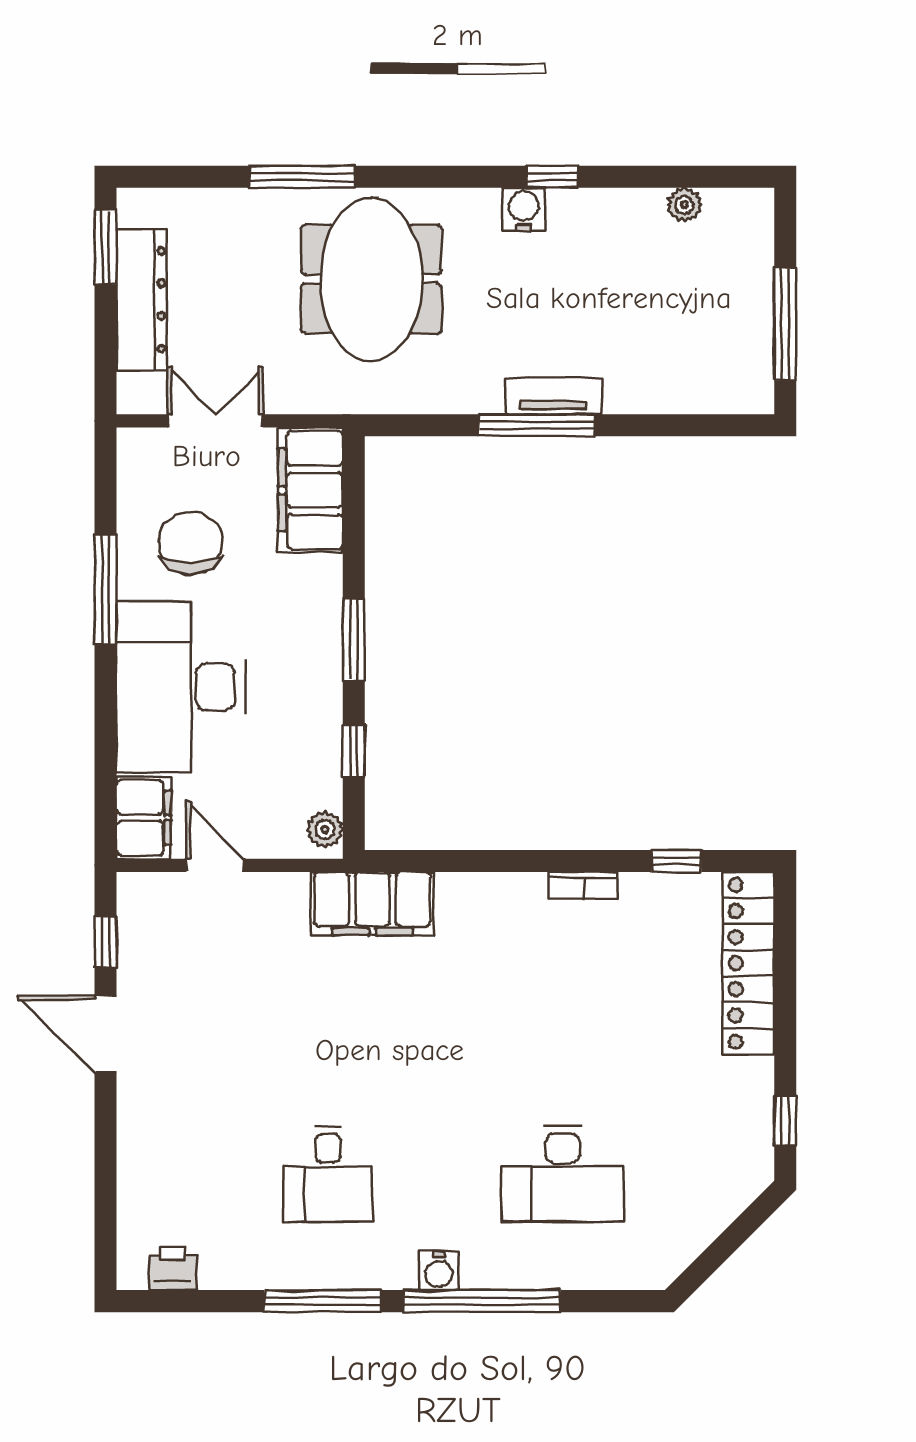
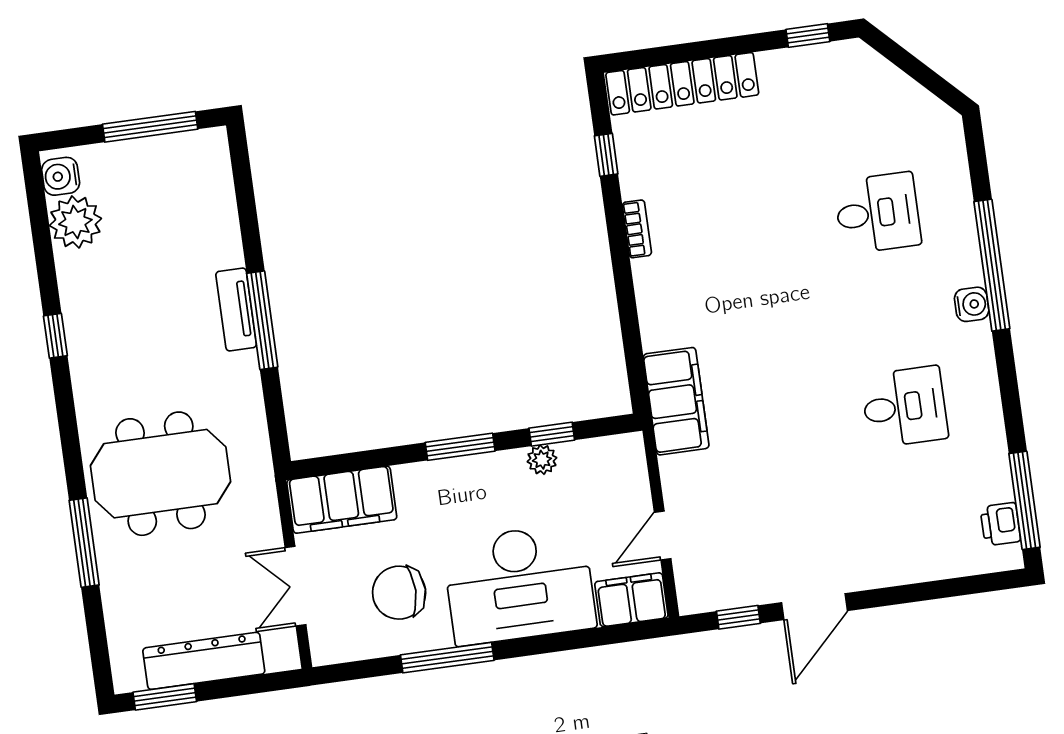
plant: (684, 205) -> (75, 222), width x1.88, depth x1.88
water cooler: (524, 209) -> (61, 176), moved
plant: (325, 830) -> (542, 460), moved
desk: (563, 1174) -> (878, 213), width x0.73
window: (323, 1301) -> (1024, 500), moved

